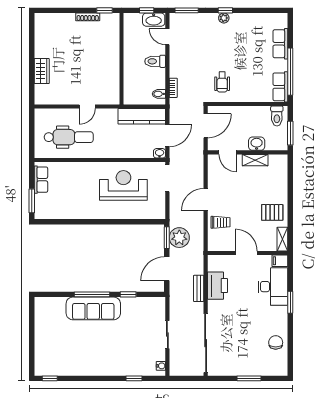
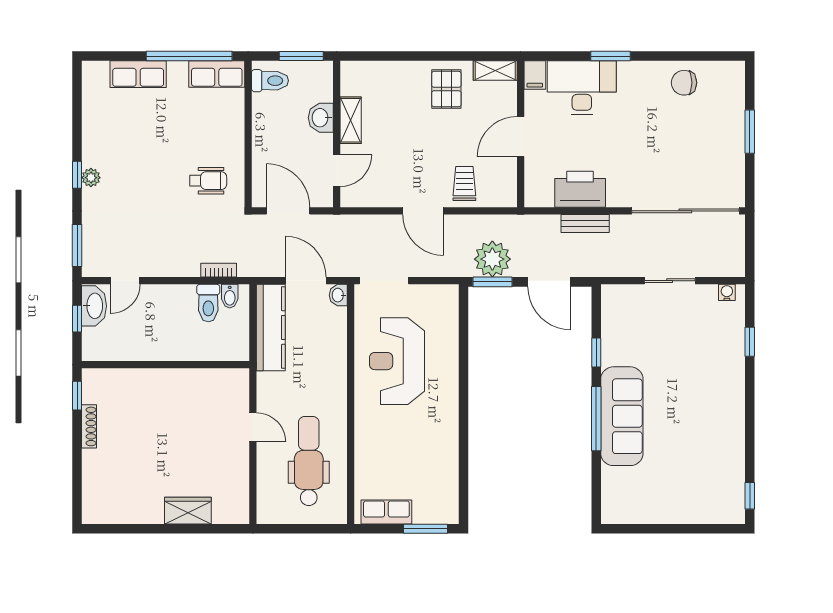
toilet: (155, 61) -> (208, 303), moved

